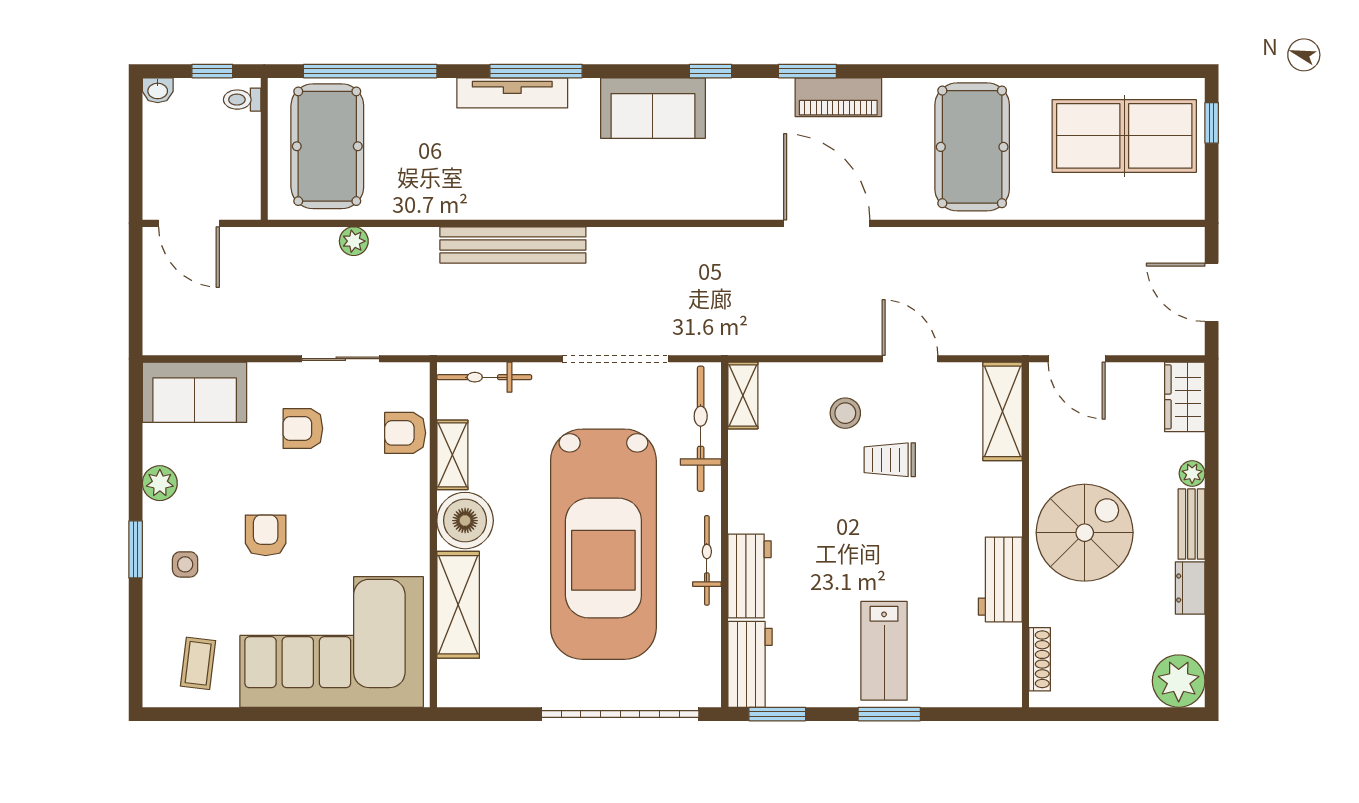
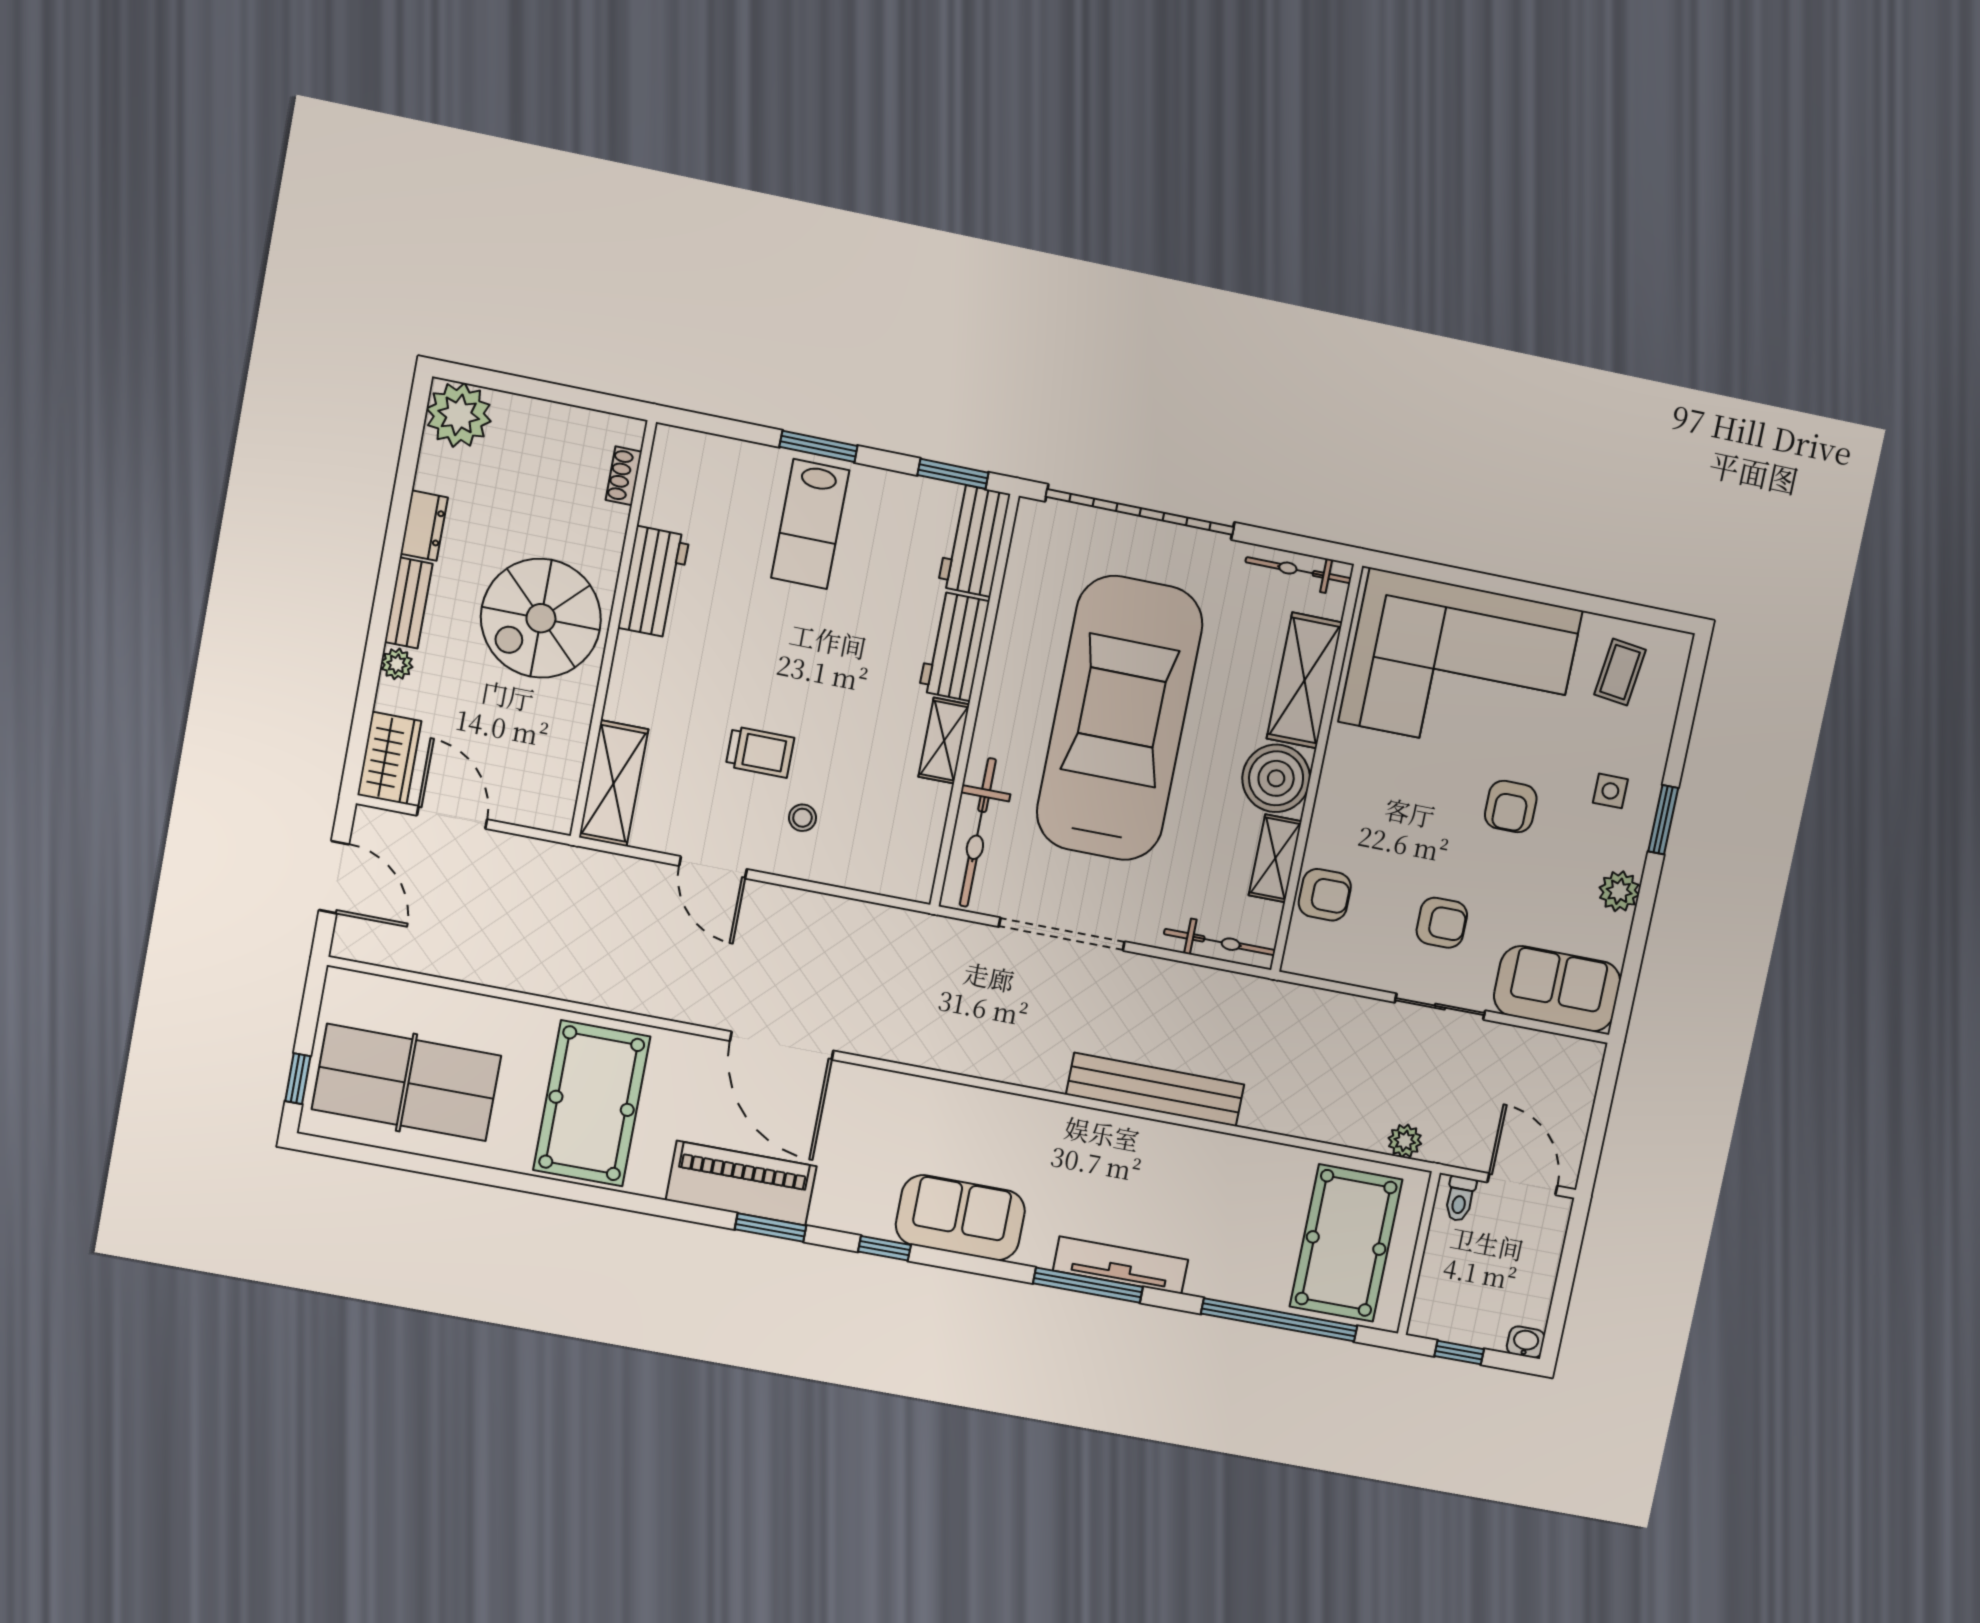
piano: (838, 97) -> (741, 1183), width x1.37, depth x1.33
toilet: (242, 100) -> (1460, 1199), moved, turned 90
plant: (354, 241) -> (1405, 1141), moved
sliding door: (341, 359) -> (1440, 1007), moved
door: (1077, 359) -> (452, 817), moved
shelving: (743, 395) -> (944, 741), moved
stool: (845, 413) -> (802, 818), width x0.73, depth x0.73
bicycle: (707, 560) -> (1298, 570), moved, turned 90
lab bench: (884, 651) -> (810, 524), turned 180
shoe rack: (1040, 659) -> (624, 476), width x0.70

